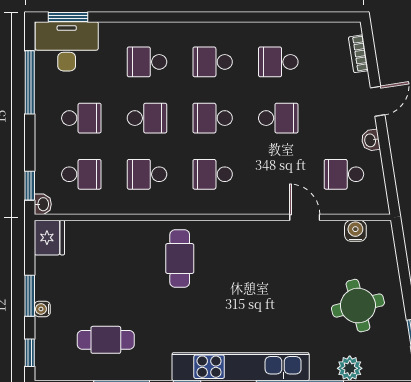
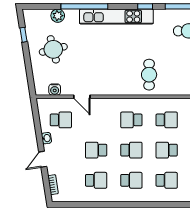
school desk: (213, 174) -> (131, 120), turned 180

